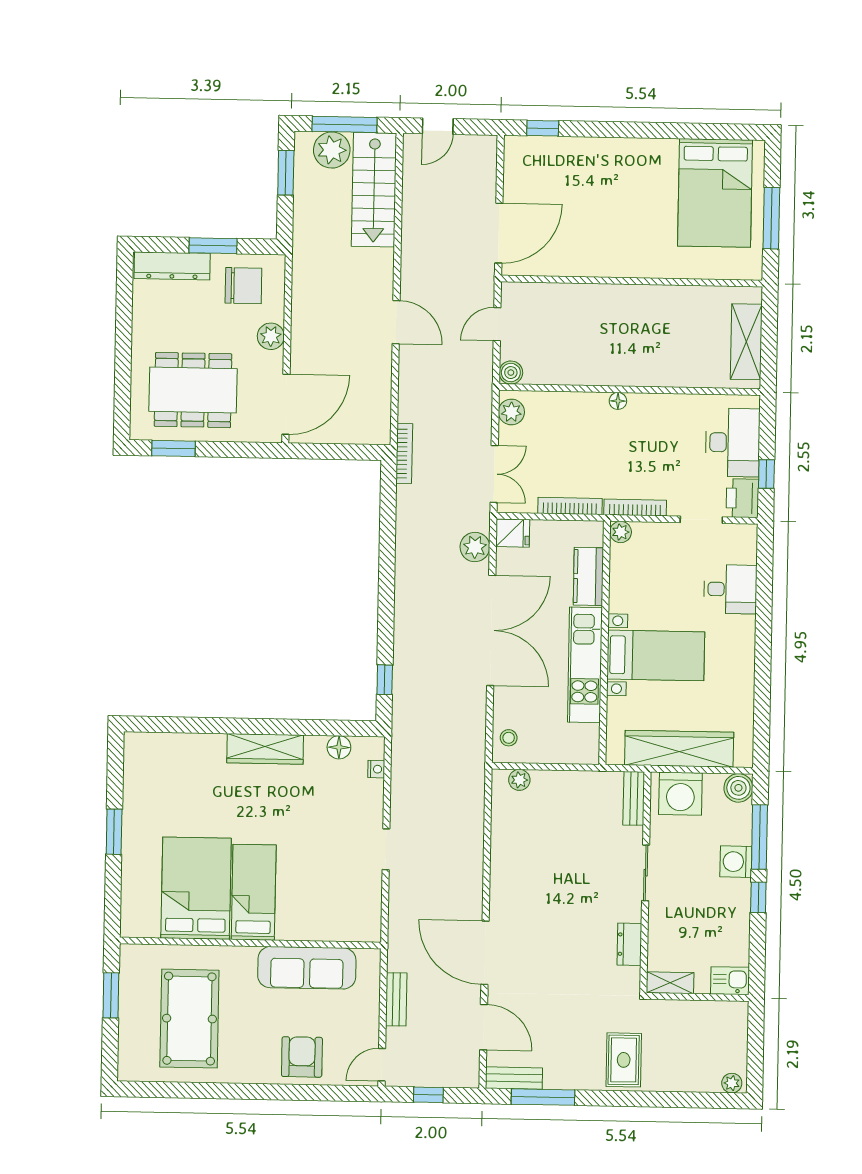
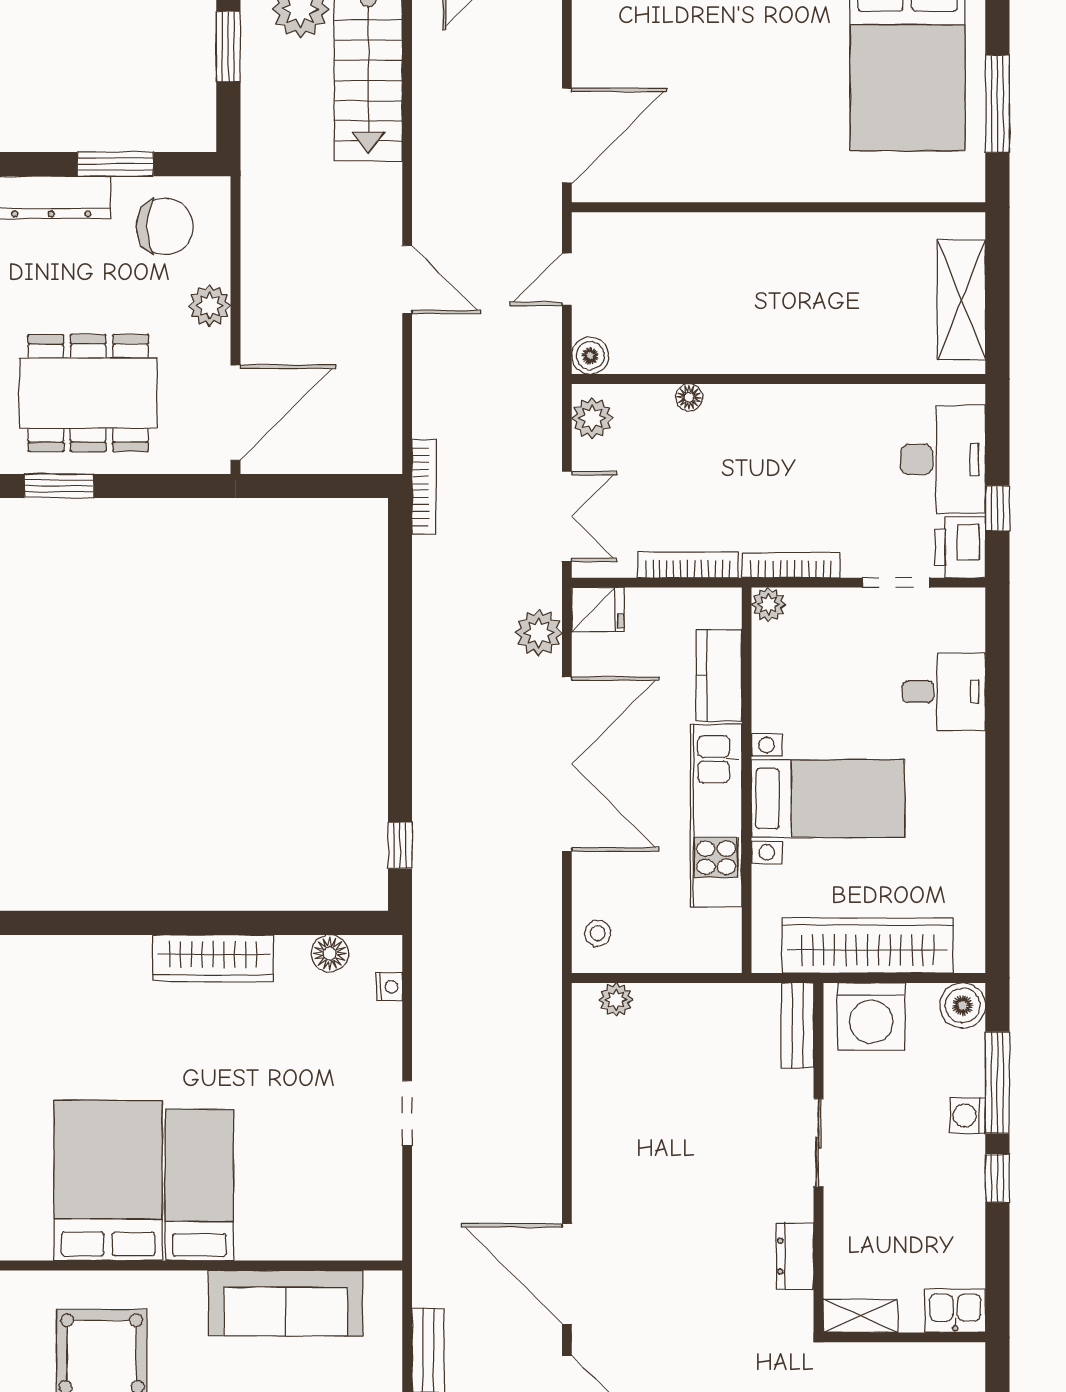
floor lamp: (618, 401) -> (689, 397), moved
washing machine: (736, 862) -> (968, 1115), width x0.73, depth x0.73

